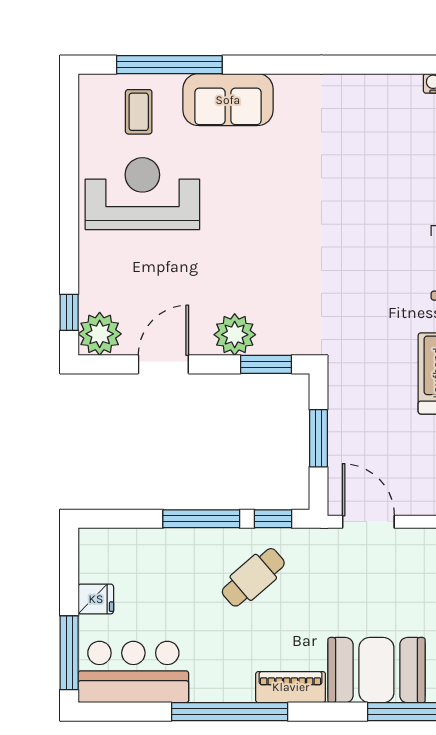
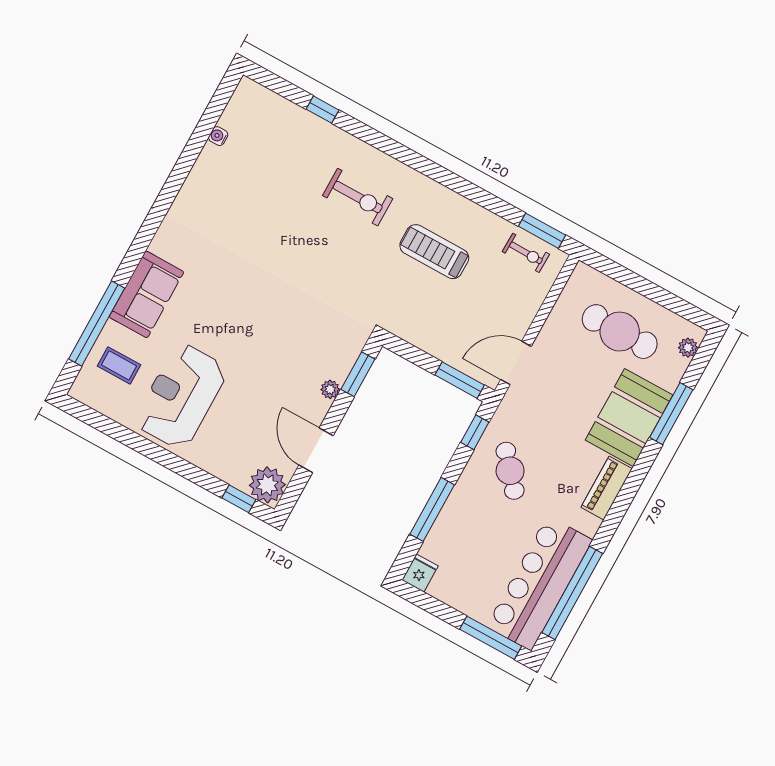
plant: (235, 335) -> (330, 389), width x0.53, depth x0.53
window: (318, 438) -> (460, 380), moved
window: (201, 519) -> (432, 509), moved
fridge: (96, 599) -> (420, 573), moved
bar counter: (133, 672) -> (539, 583), width x1.36
window: (230, 712) -> (572, 593), moved

